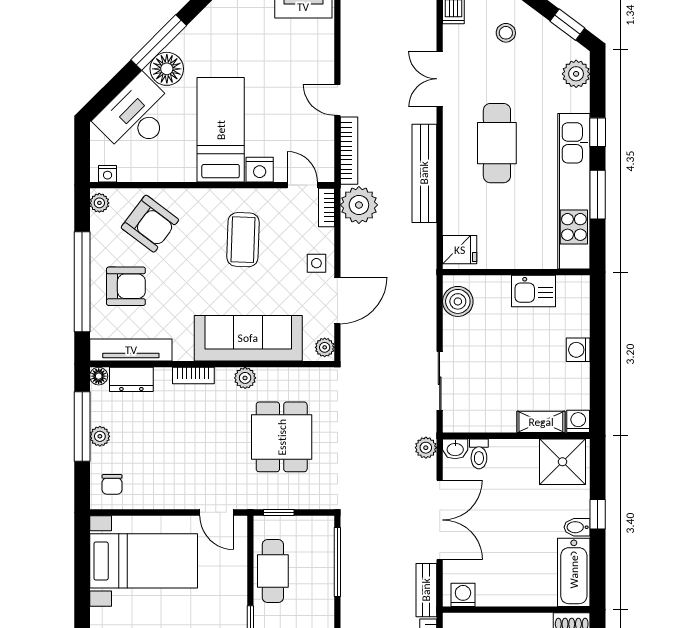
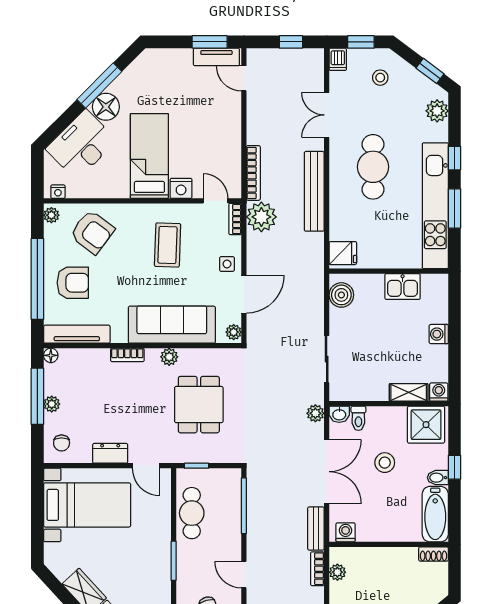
door: (337, 100) -> (244, 78), moved
dresser: (131, 379) -> (110, 453), moved, turned 180
stool: (511, 509) -> (385, 463), added

